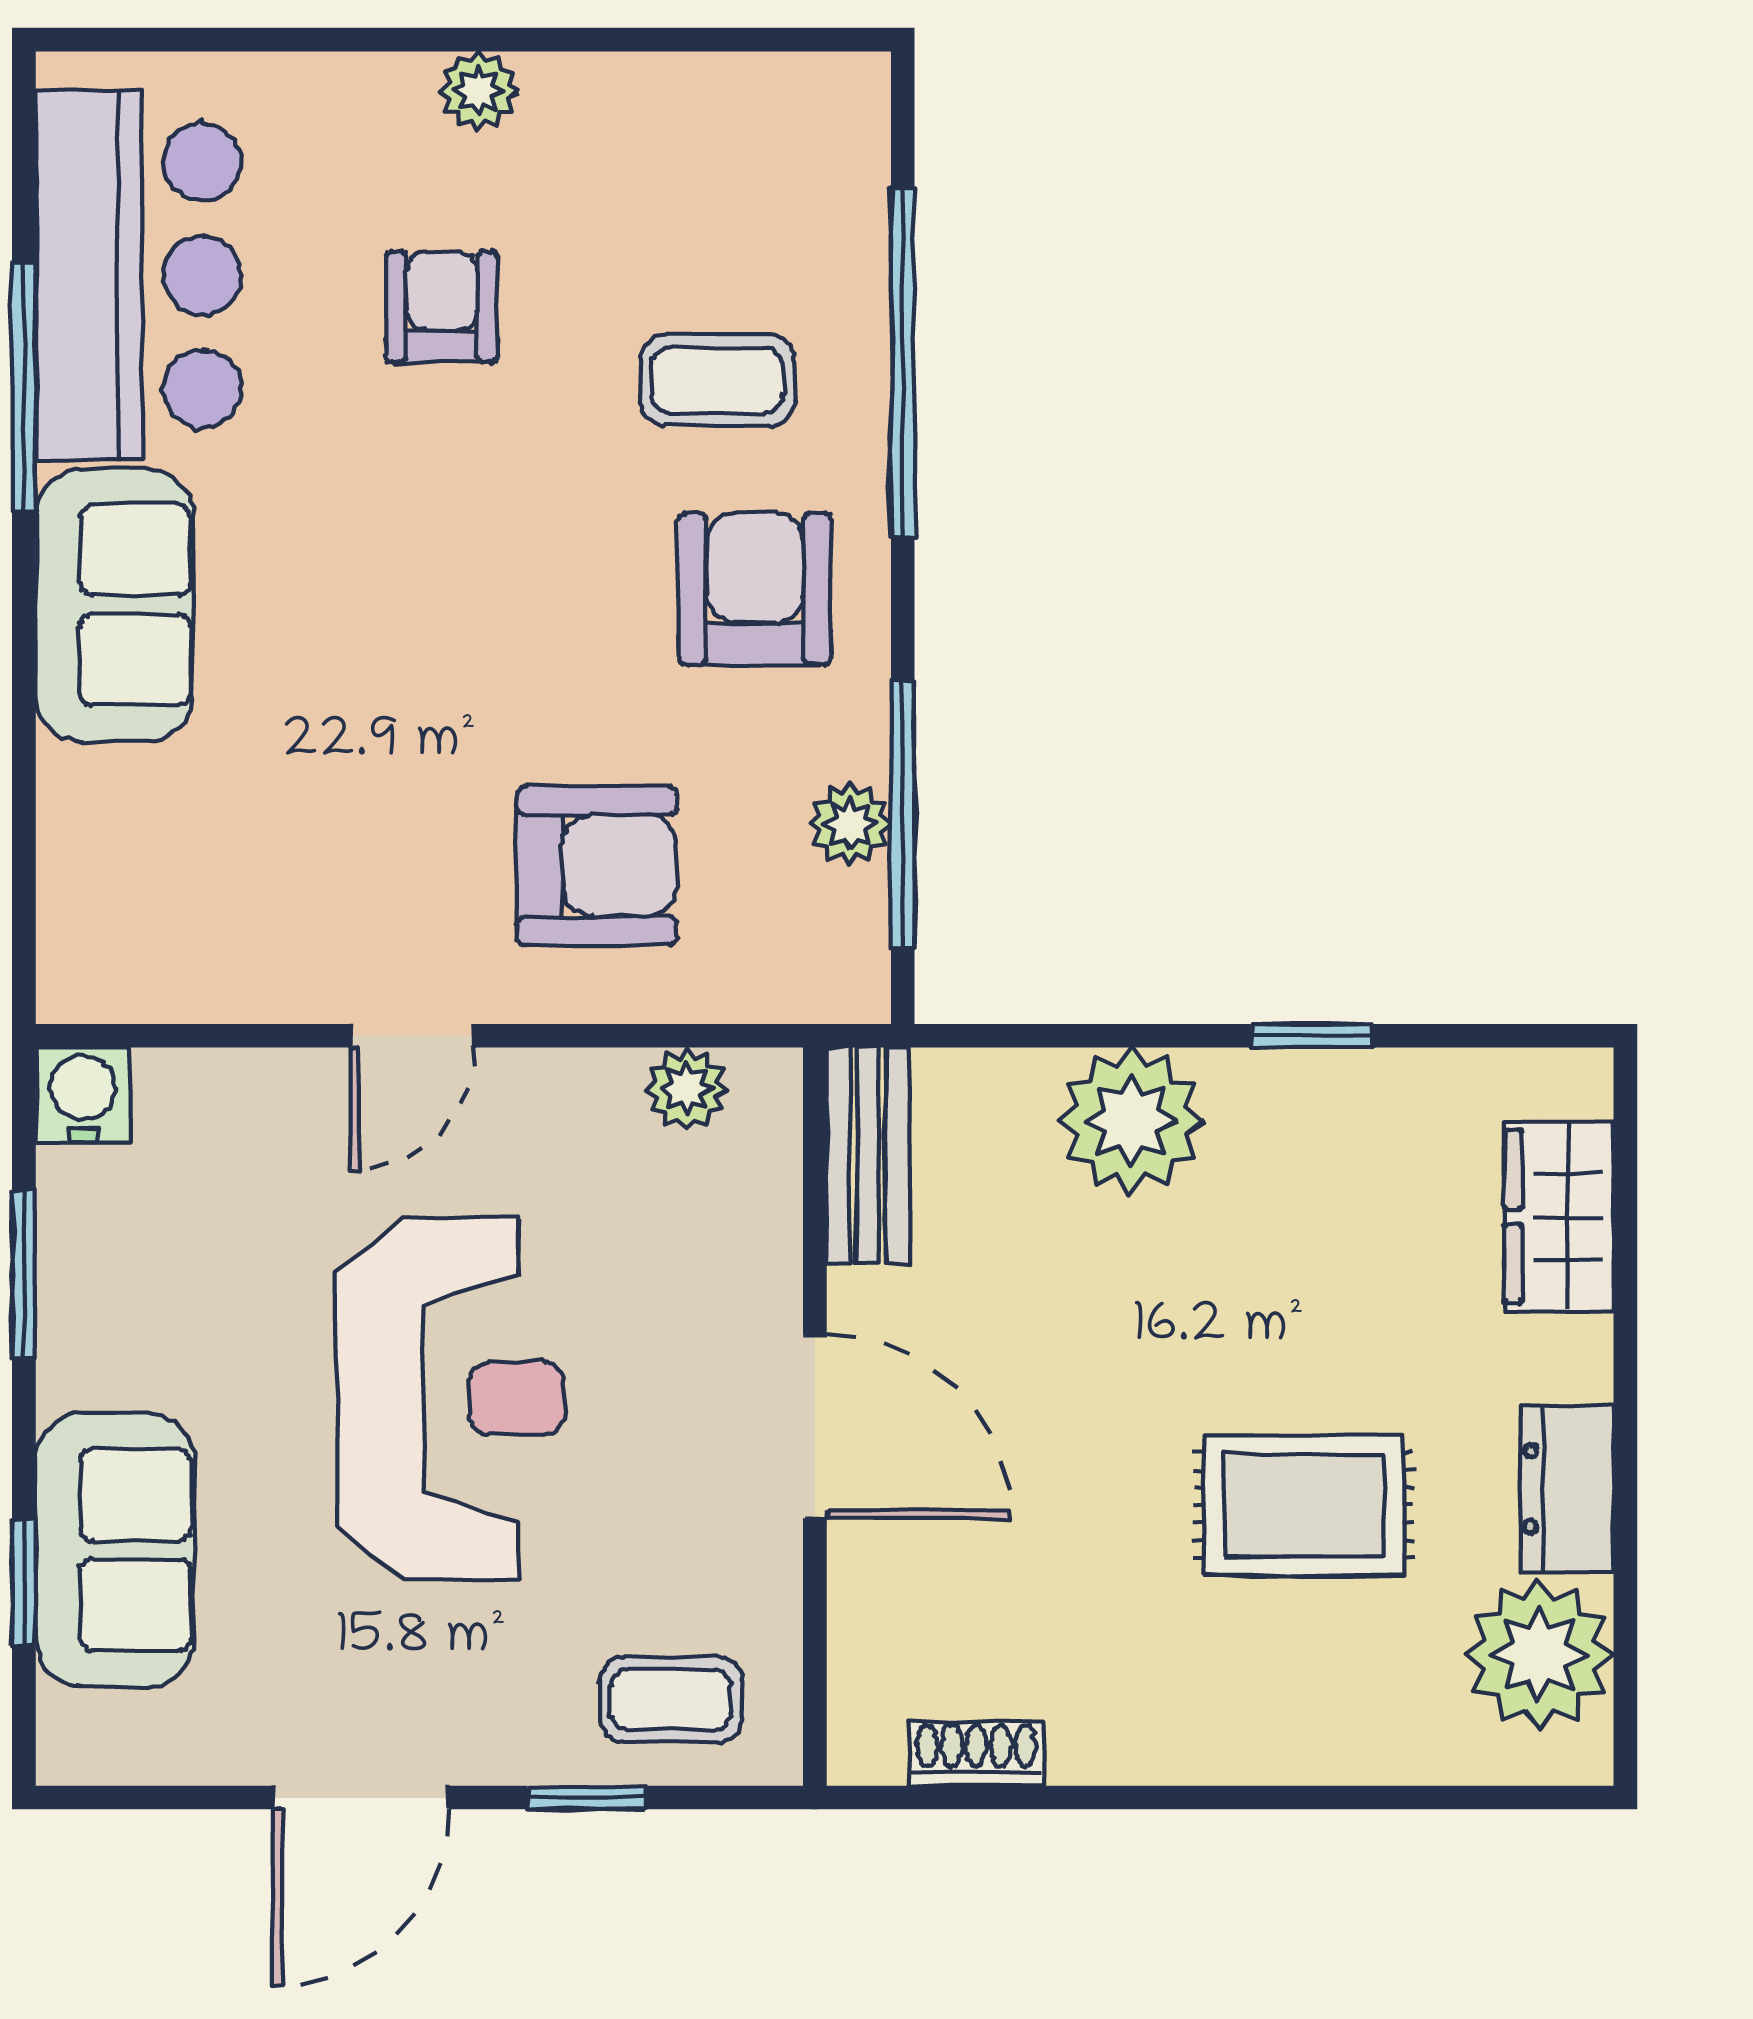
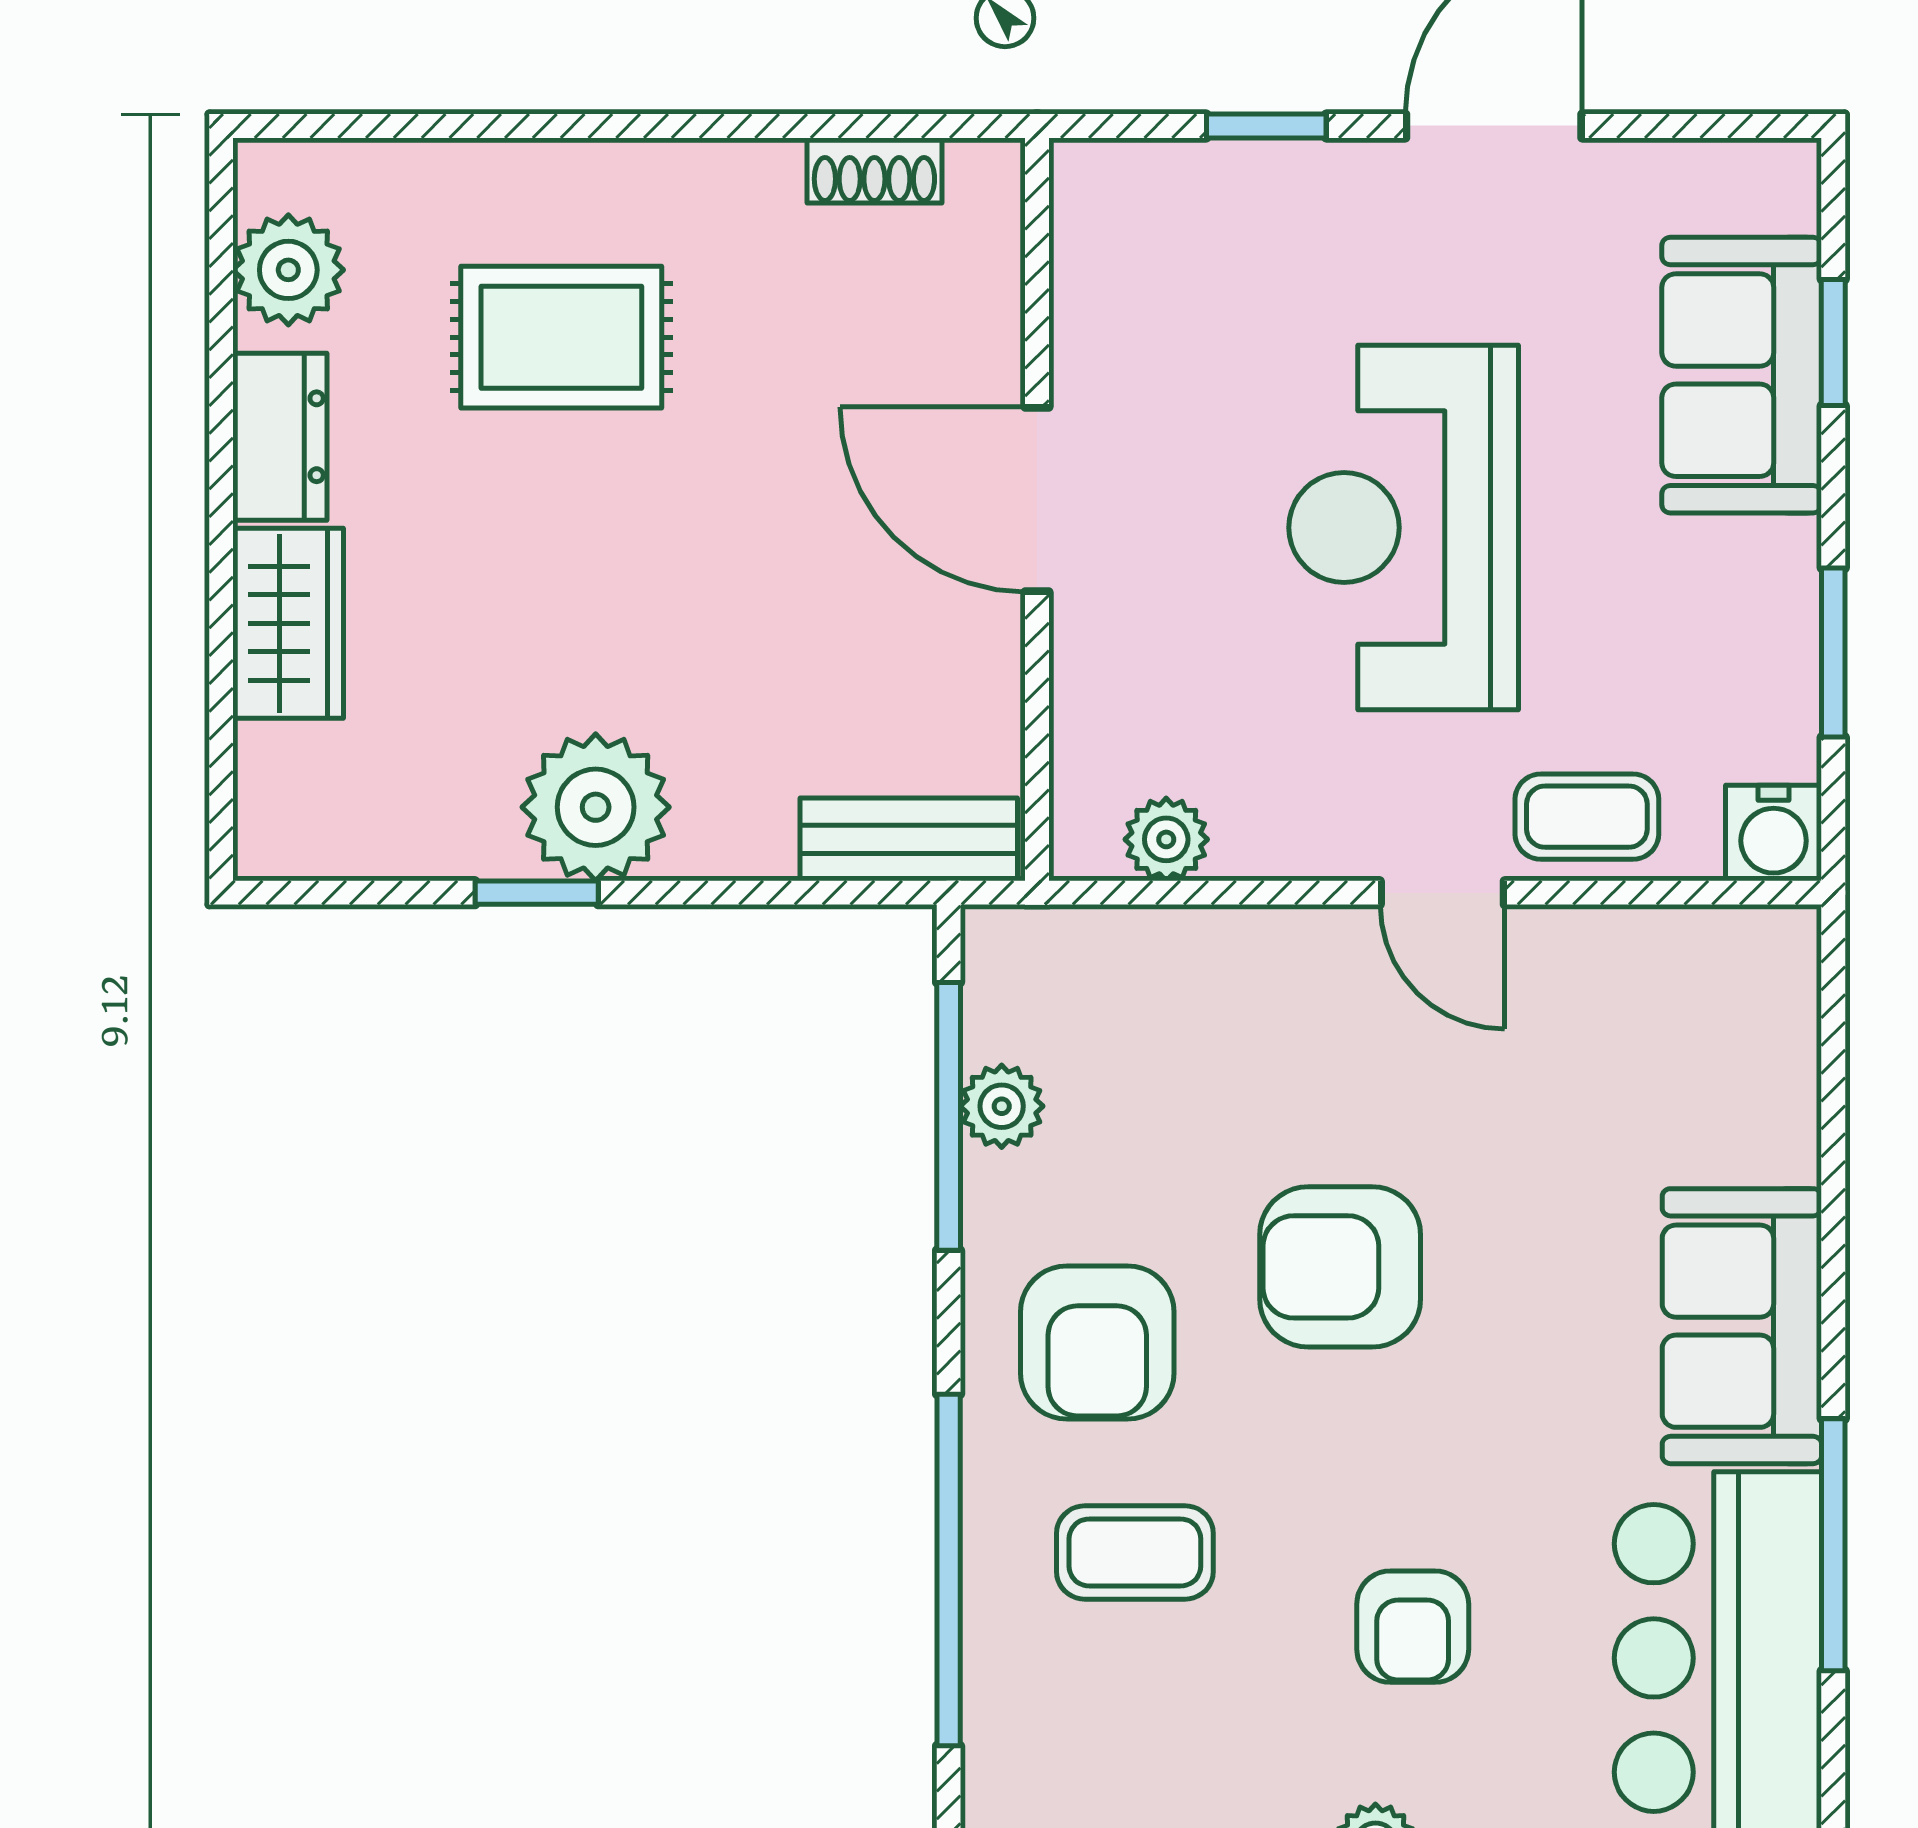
armchair: (597, 866) -> (1340, 1267), moved
door: (412, 1036) -> (1442, 893), swing flipped
plant: (1131, 1121) -> (596, 807), moved
bench: (868, 1155) -> (909, 839), moved, turned 90
wardrobe: (1559, 1217) -> (288, 623), moved
rug: (1304, 1505) -> (561, 337), moved
plant: (1539, 1655) -> (288, 270), width x0.73, depth x0.73
coffee table: (671, 1699) -> (1587, 817), moved

